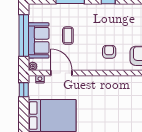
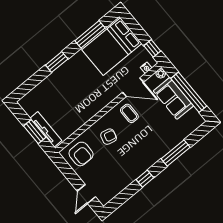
coffee table: (68, 36) -> (129, 113), moved
armchair: (109, 52) -> (109, 137), turned -75

